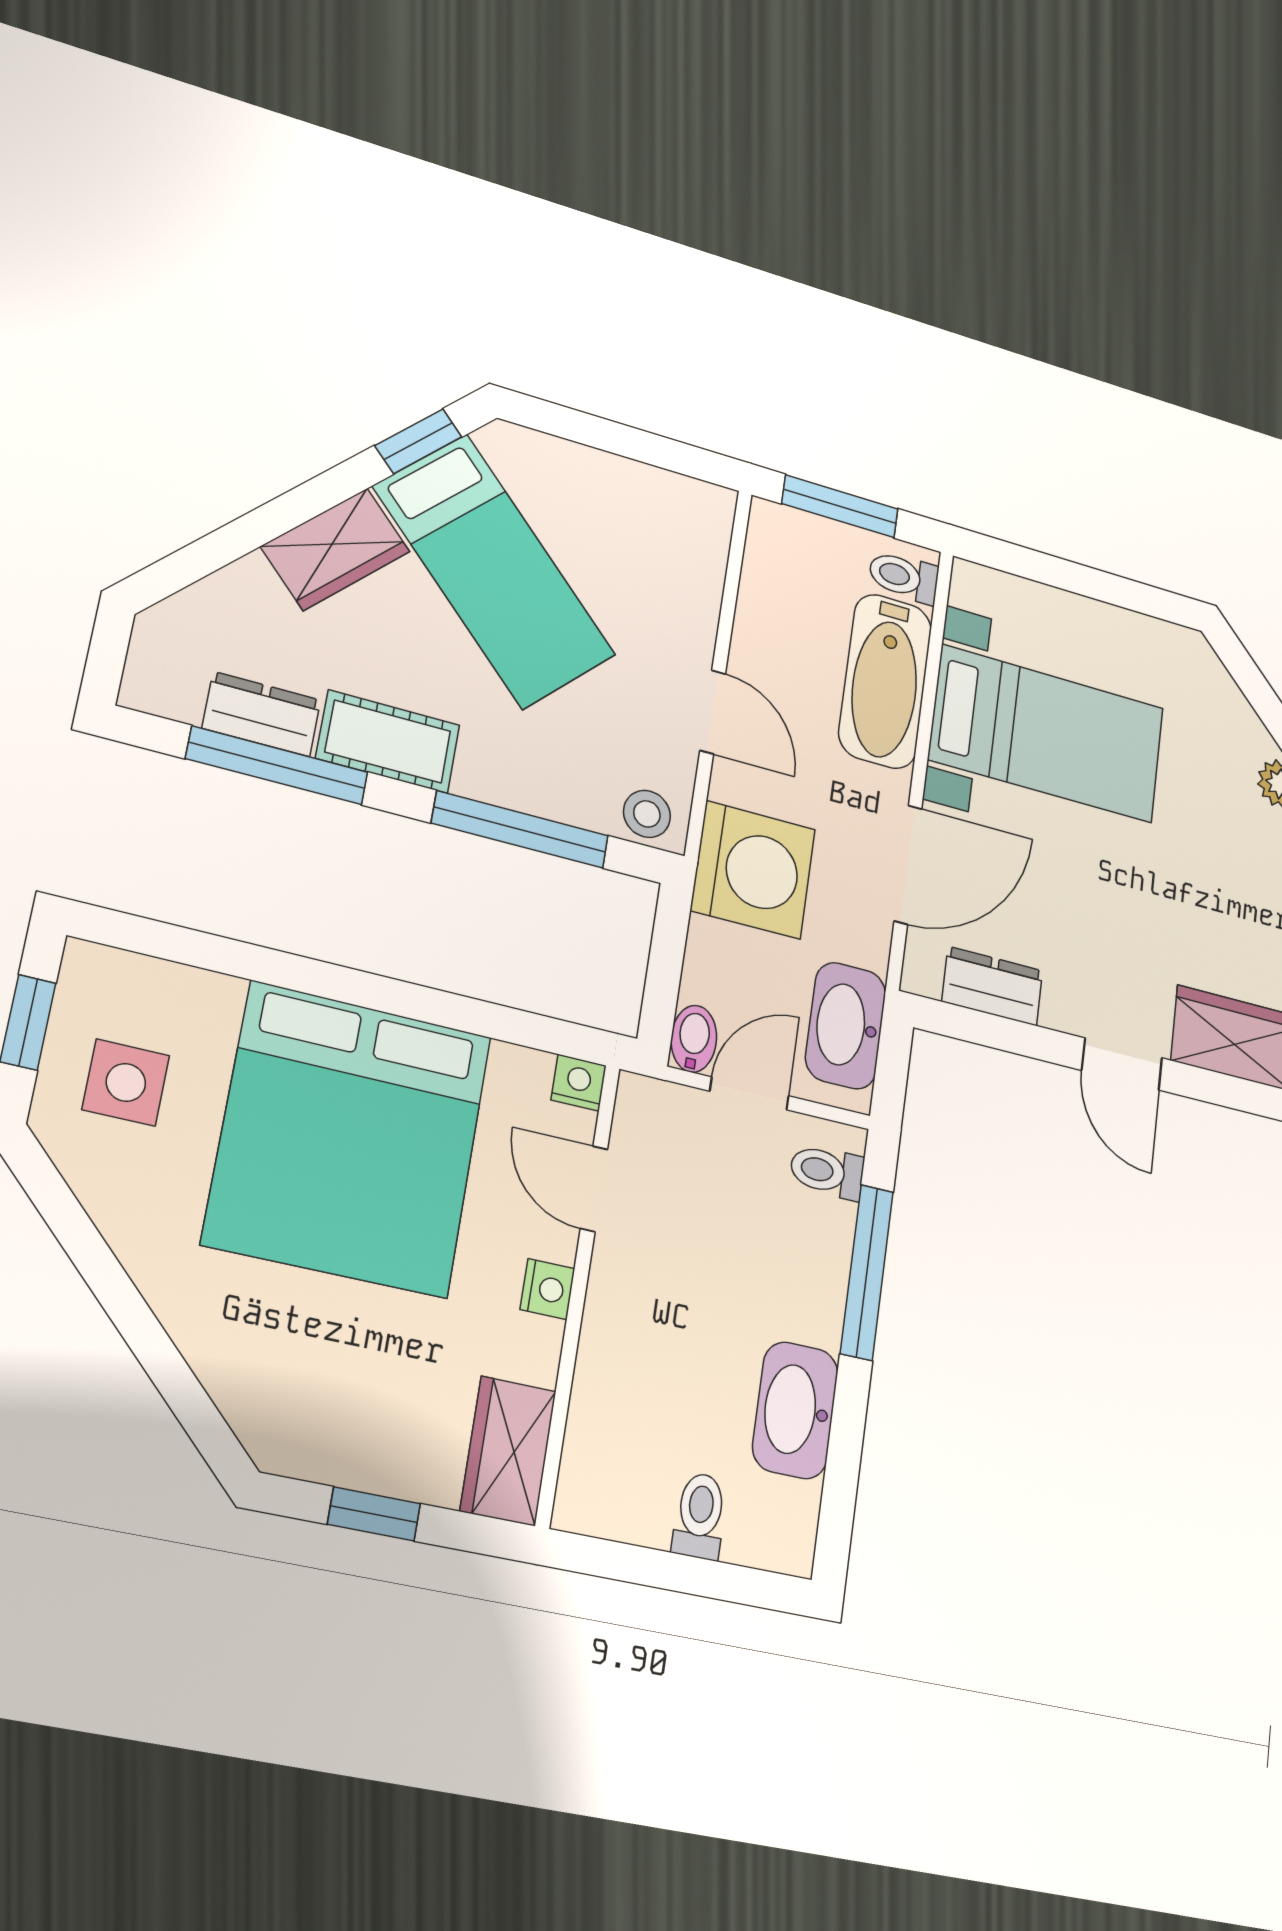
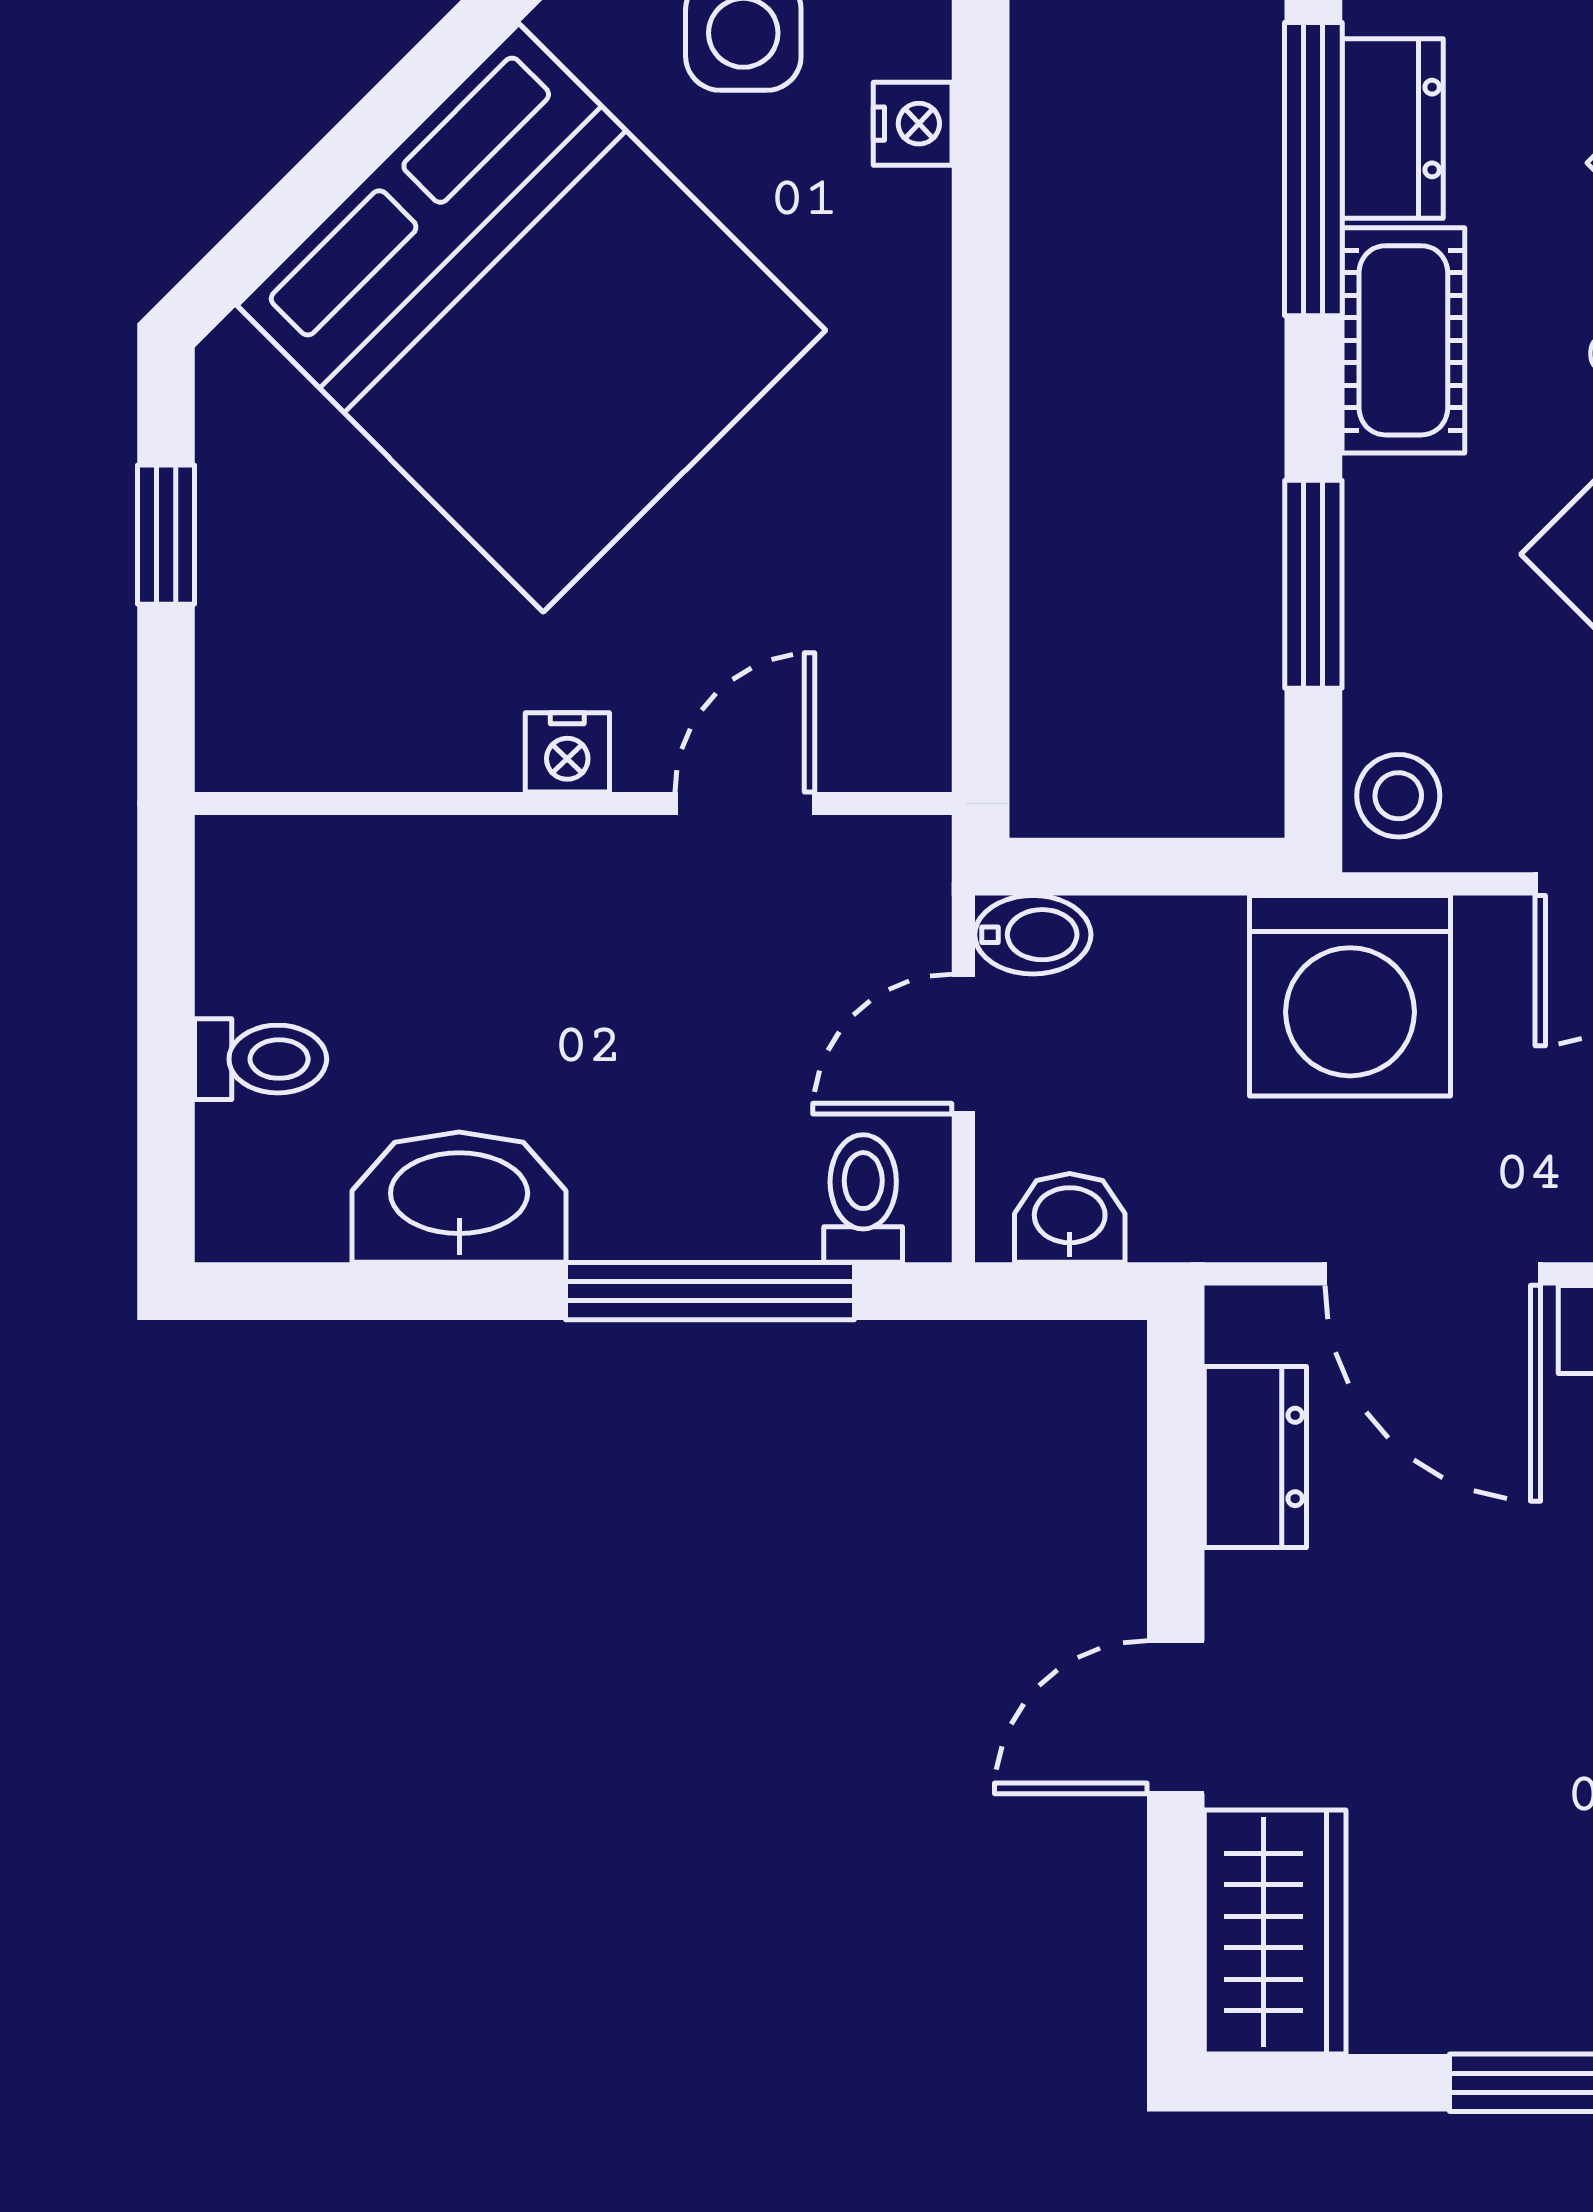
window: (520, 829) -> (1313, 584), width x0.69
washbasin: (846, 1026) -> (1070, 1218), width x0.52, depth x0.69
nightstand: (579, 1083) -> (913, 124), moved
door: (749, 1093) -> (963, 1044), swing flipped
bed: (349, 1139) -> (531, 318), moved, turned -135
wardrobe: (508, 1451) -> (302, 730), removed

